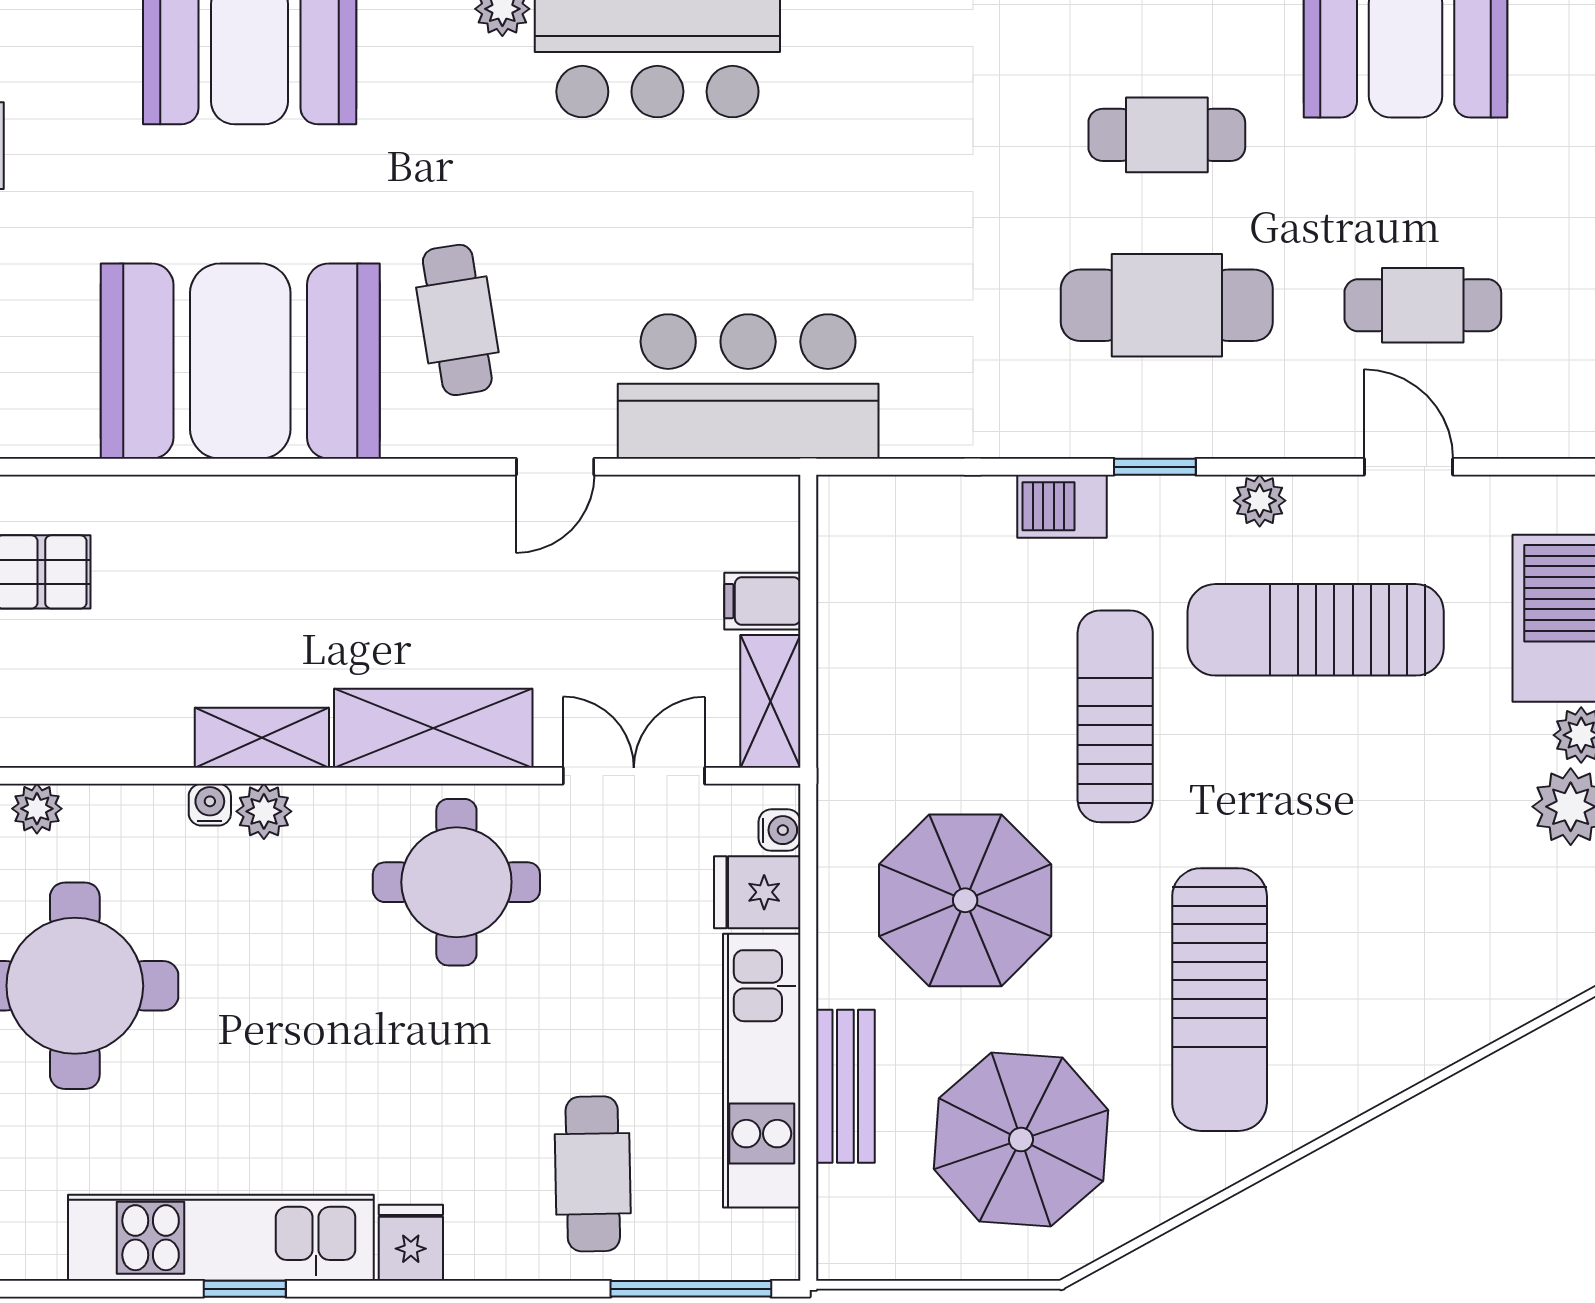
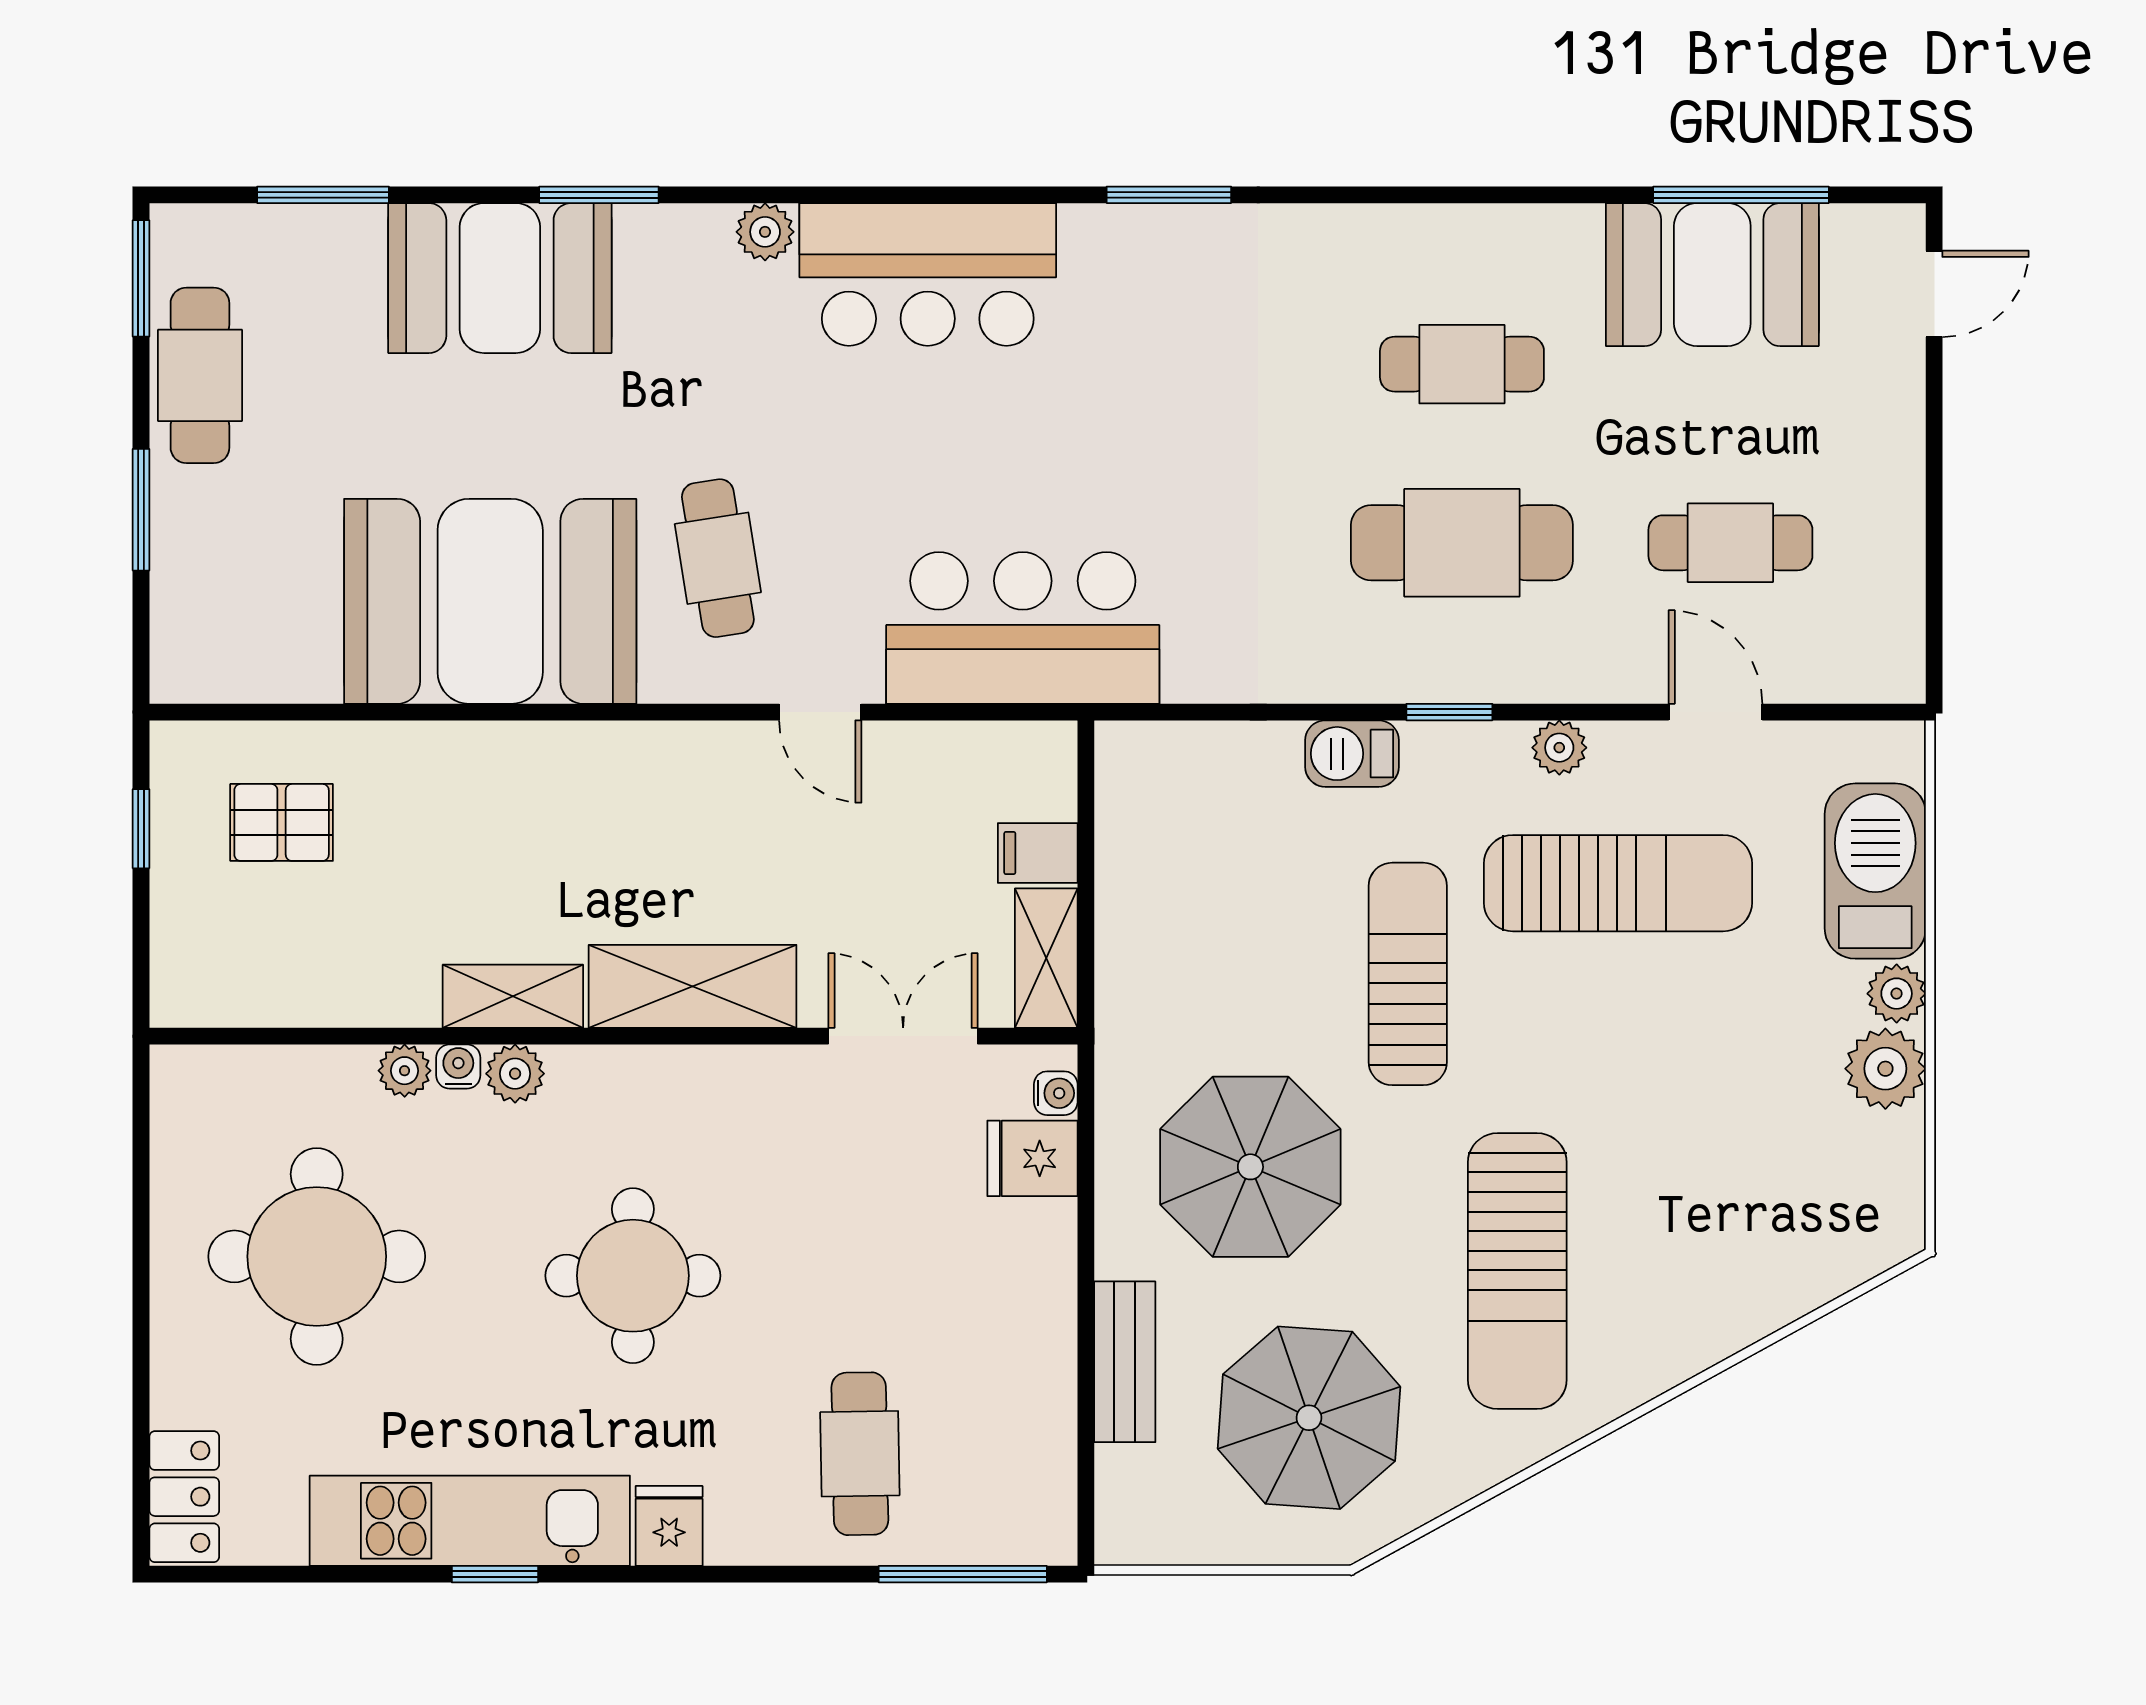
door: (555, 467) -> (820, 712), hinge flipped
sun lounger: (1316, 630) -> (1618, 883), turned 180
plant: (37, 809) -> (405, 1071), moved
round table: (456, 882) -> (633, 1276), moved
kitchen unit: (762, 1071) -> (1037, 1345), removed

